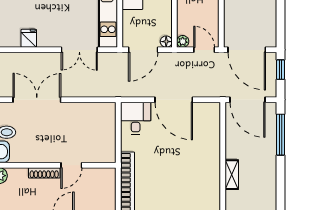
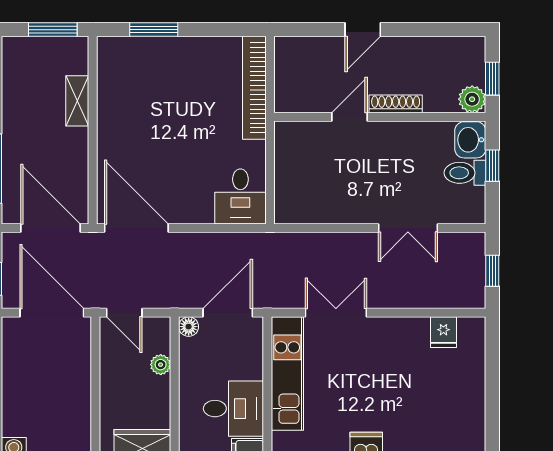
fridge: (29, 38) -> (443, 332), moved
plant: (183, 41) -> (161, 365), moved
double door: (37, 100) -> (408, 228), width x0.73
door: (174, 100) -> (136, 228), moved

